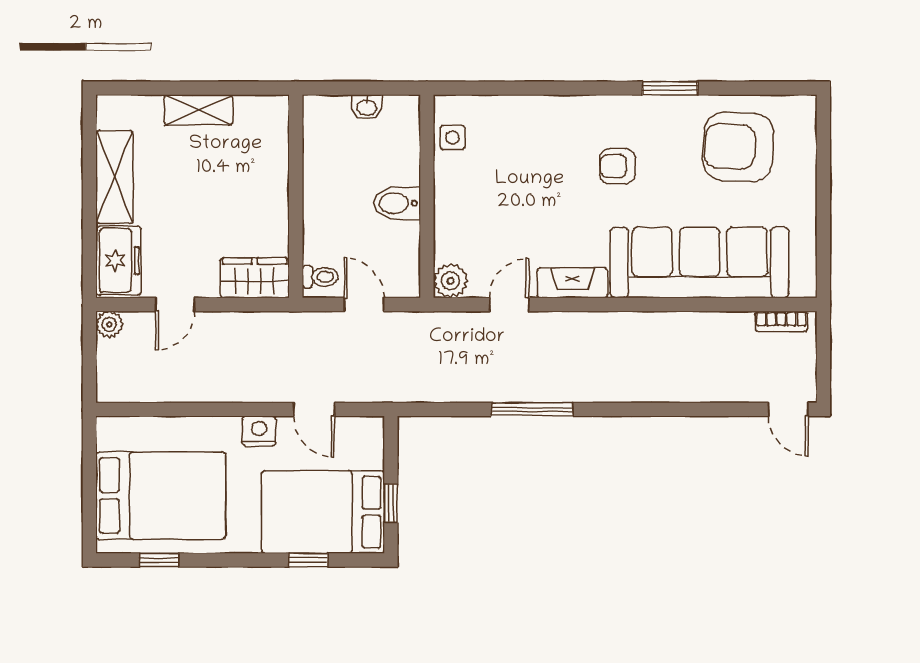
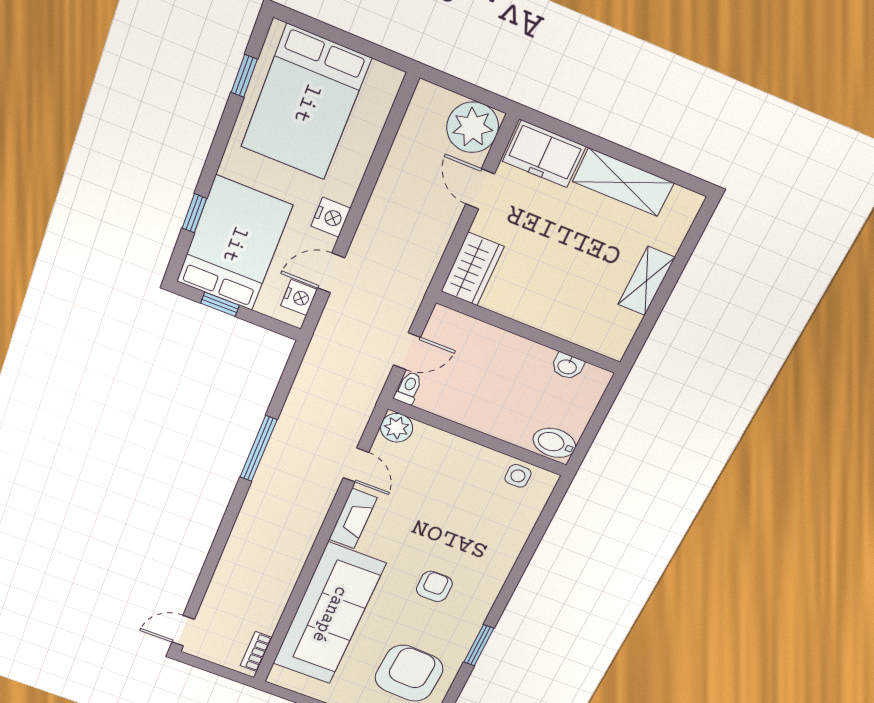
washbasin: (367, 107) -> (567, 366), moved, turned -90
bidet: (397, 203) -> (554, 443), moved, turned -90
toilet: (320, 277) -> (408, 388), moved, turned 180
plant: (109, 324) -> (473, 127), width x1.88, depth x1.88
nightstand: (352, 430) -> (299, 297), added

